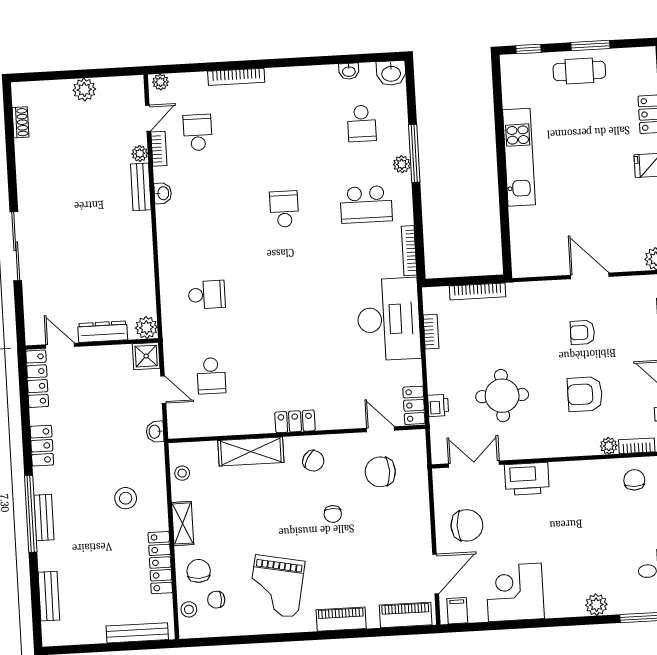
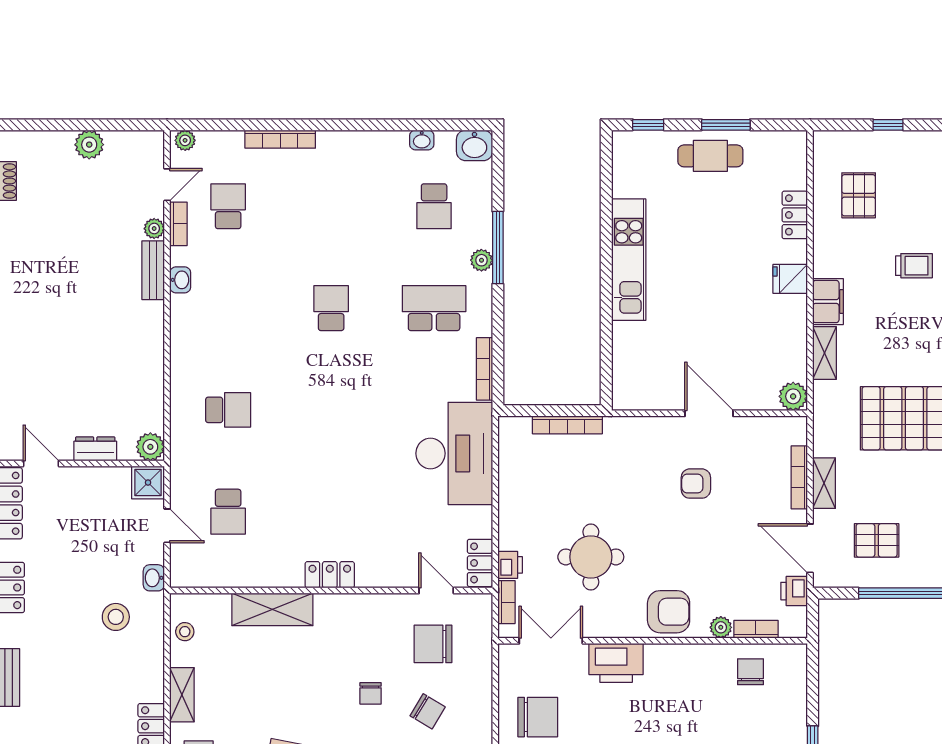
school desk: (366, 204) -> (434, 308), turned 180
dresser: (103, 332) -> (95, 449), width x0.70
bookcase: (431, 332) -> (506, 602), moved
armchair: (585, 394) -> (669, 612), moved, turned 180
chair: (313, 461) -> (428, 711), moved
stool: (126, 498) -> (116, 617), moved

